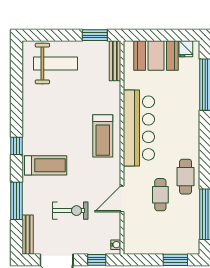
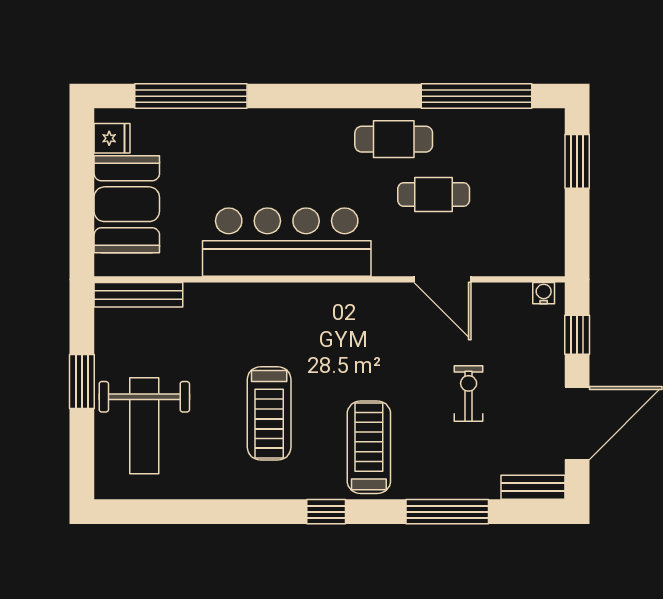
window: (95, 35) -> (82, 382), moved
weight bench: (56, 63) -> (144, 426), turned 180
treadmill: (103, 136) -> (269, 413), moved, turned 90
exercise bike: (70, 211) -> (469, 393), width x0.73, depth x0.72
bench: (28, 235) -> (533, 487), width x0.73

